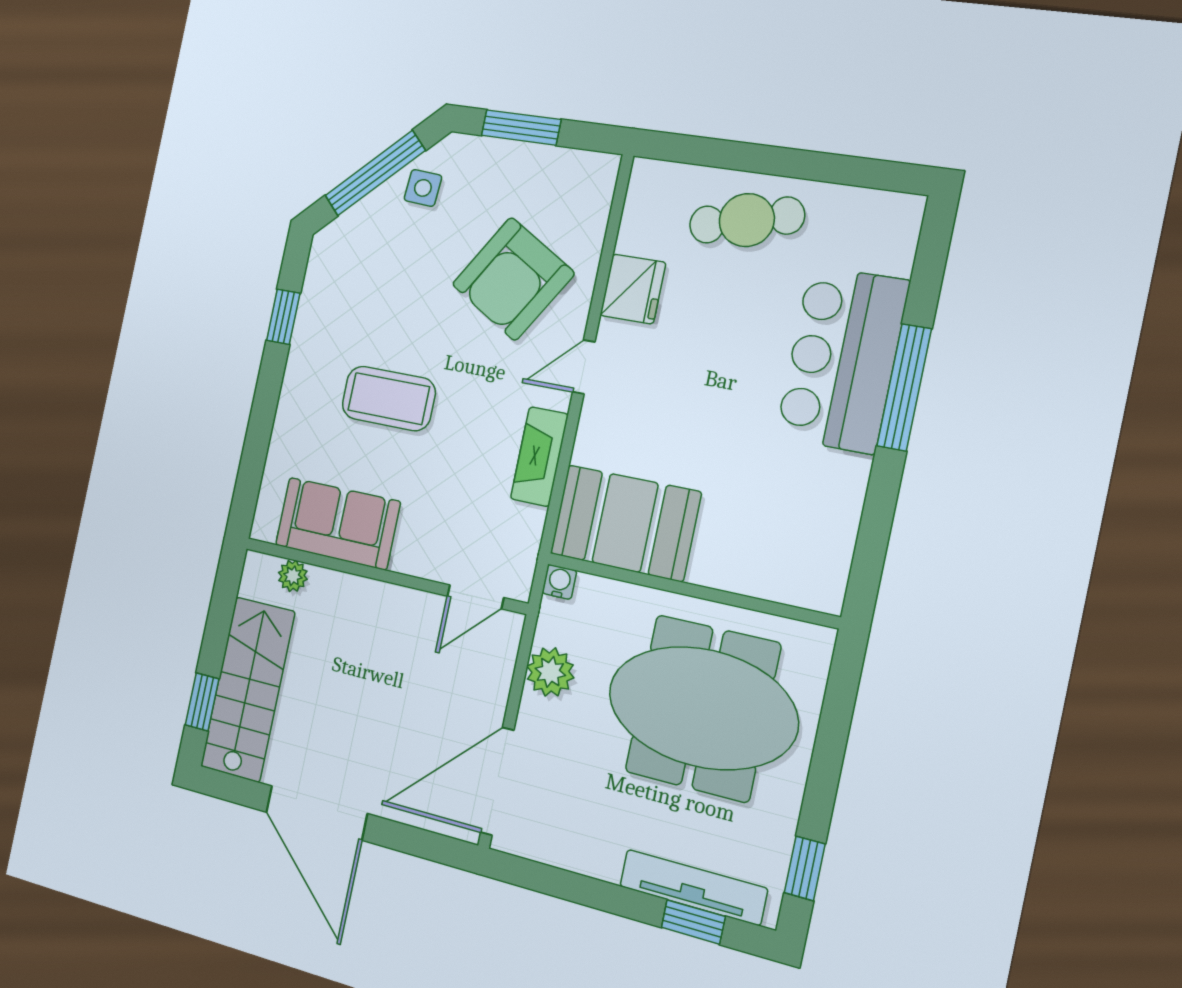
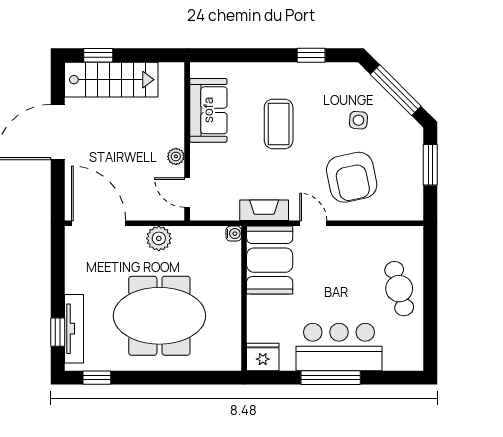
side table: (423, 188) -> (358, 120), moved
armchair: (513, 279) -> (352, 177), turned -133
fridge: (633, 289) -> (263, 357), moved, turned 180
booth: (625, 523) -> (270, 260), moved
plant: (293, 576) -> (176, 156), moved
water cooler: (559, 582) -> (234, 234), moved
wall: (690, 590) -> (244, 298), moved
meeting table: (702, 708) -> (159, 316), turned 90

